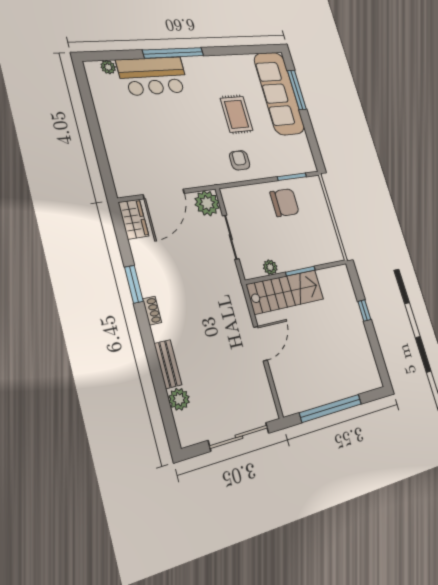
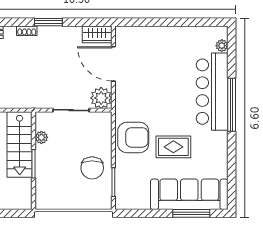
bar counter: (153, 76) -> (212, 92), width x1.36
armchair: (240, 160) -> (133, 137), width x1.88, depth x1.88

